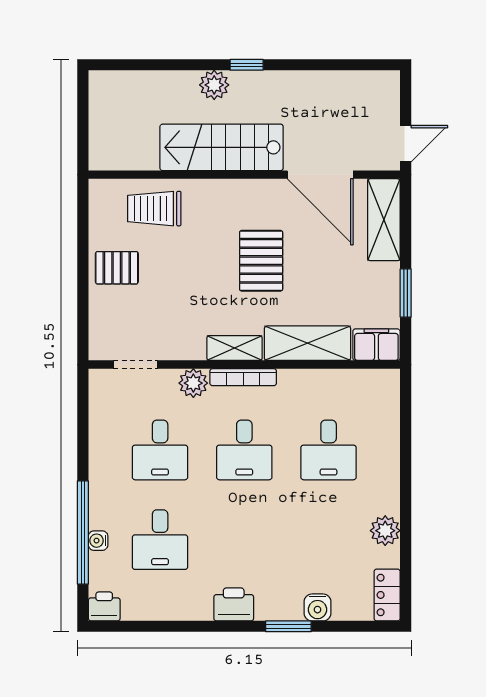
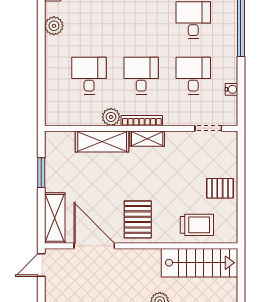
stairs: (222, 147) -> (199, 263), moved
pallet: (261, 261) -> (138, 219), moved
filing cabinet: (376, 345) -> (59, 141), removed
plant: (193, 383) -> (111, 117), moved
water cooler: (98, 541) -> (232, 89), moved

